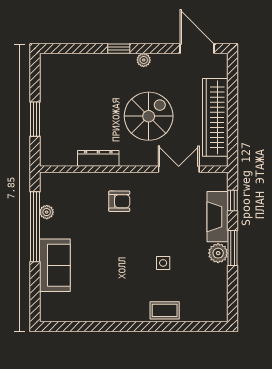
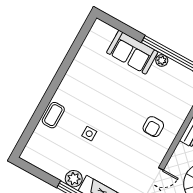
plant: (47, 212) -> (162, 60), moved

